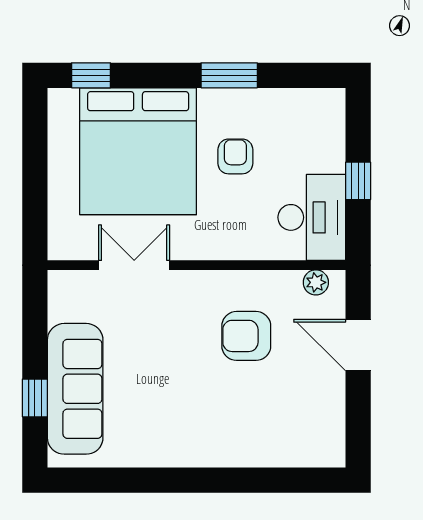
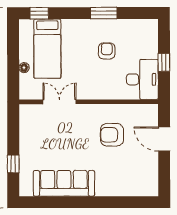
bed: (138, 151) -> (47, 49), width x0.49
floor lamp: (58, 192) -> (24, 68), added
plant: (316, 282) -> (144, 110), removed
sofa: (75, 389) -> (64, 183), moved, turned -90

